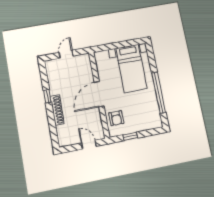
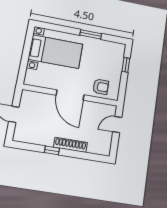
window: (159, 93) -> (91, 34), width x0.47
window: (130, 136) -> (126, 65), moved

